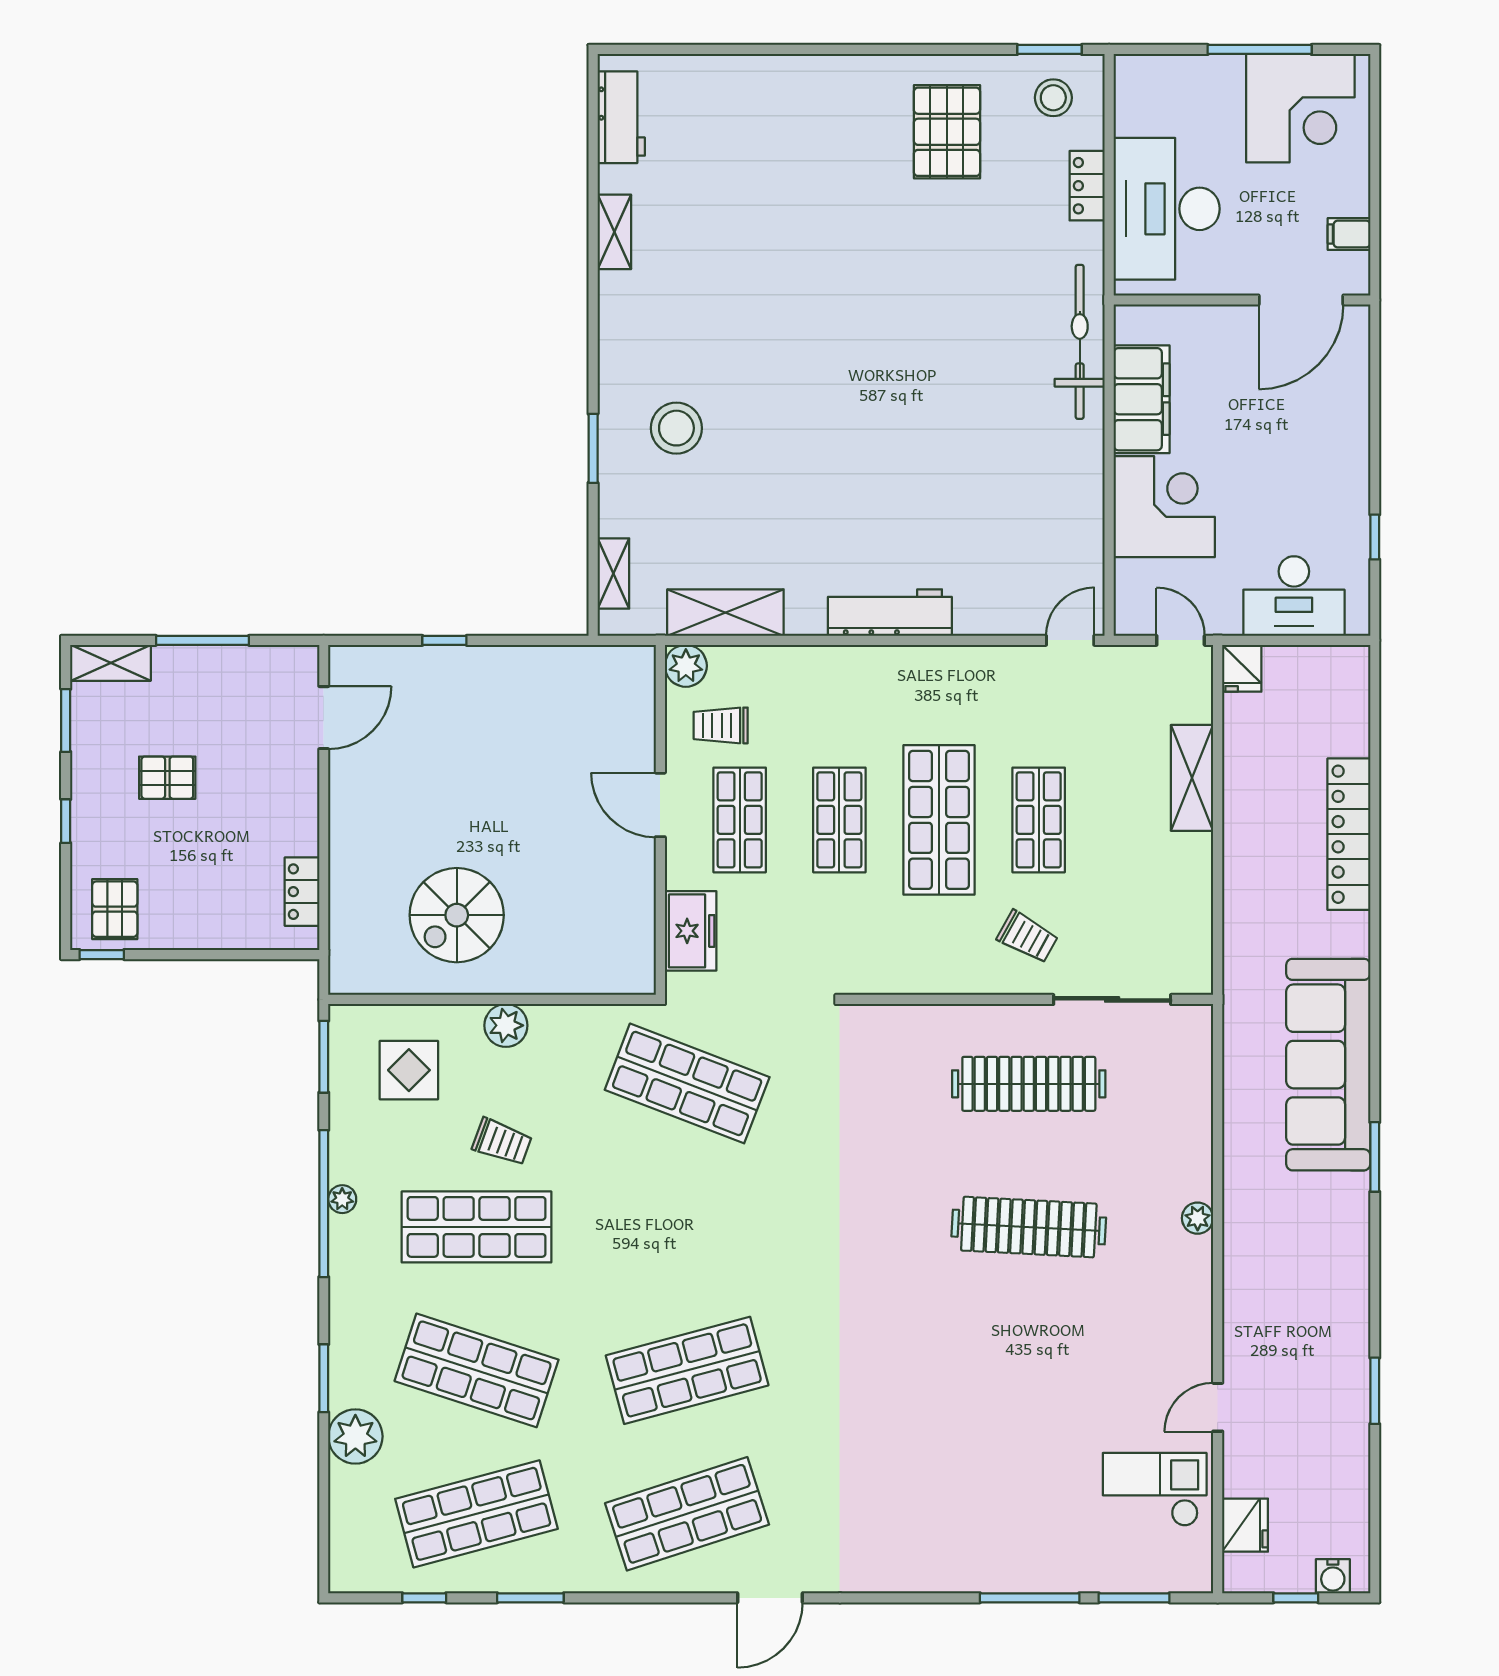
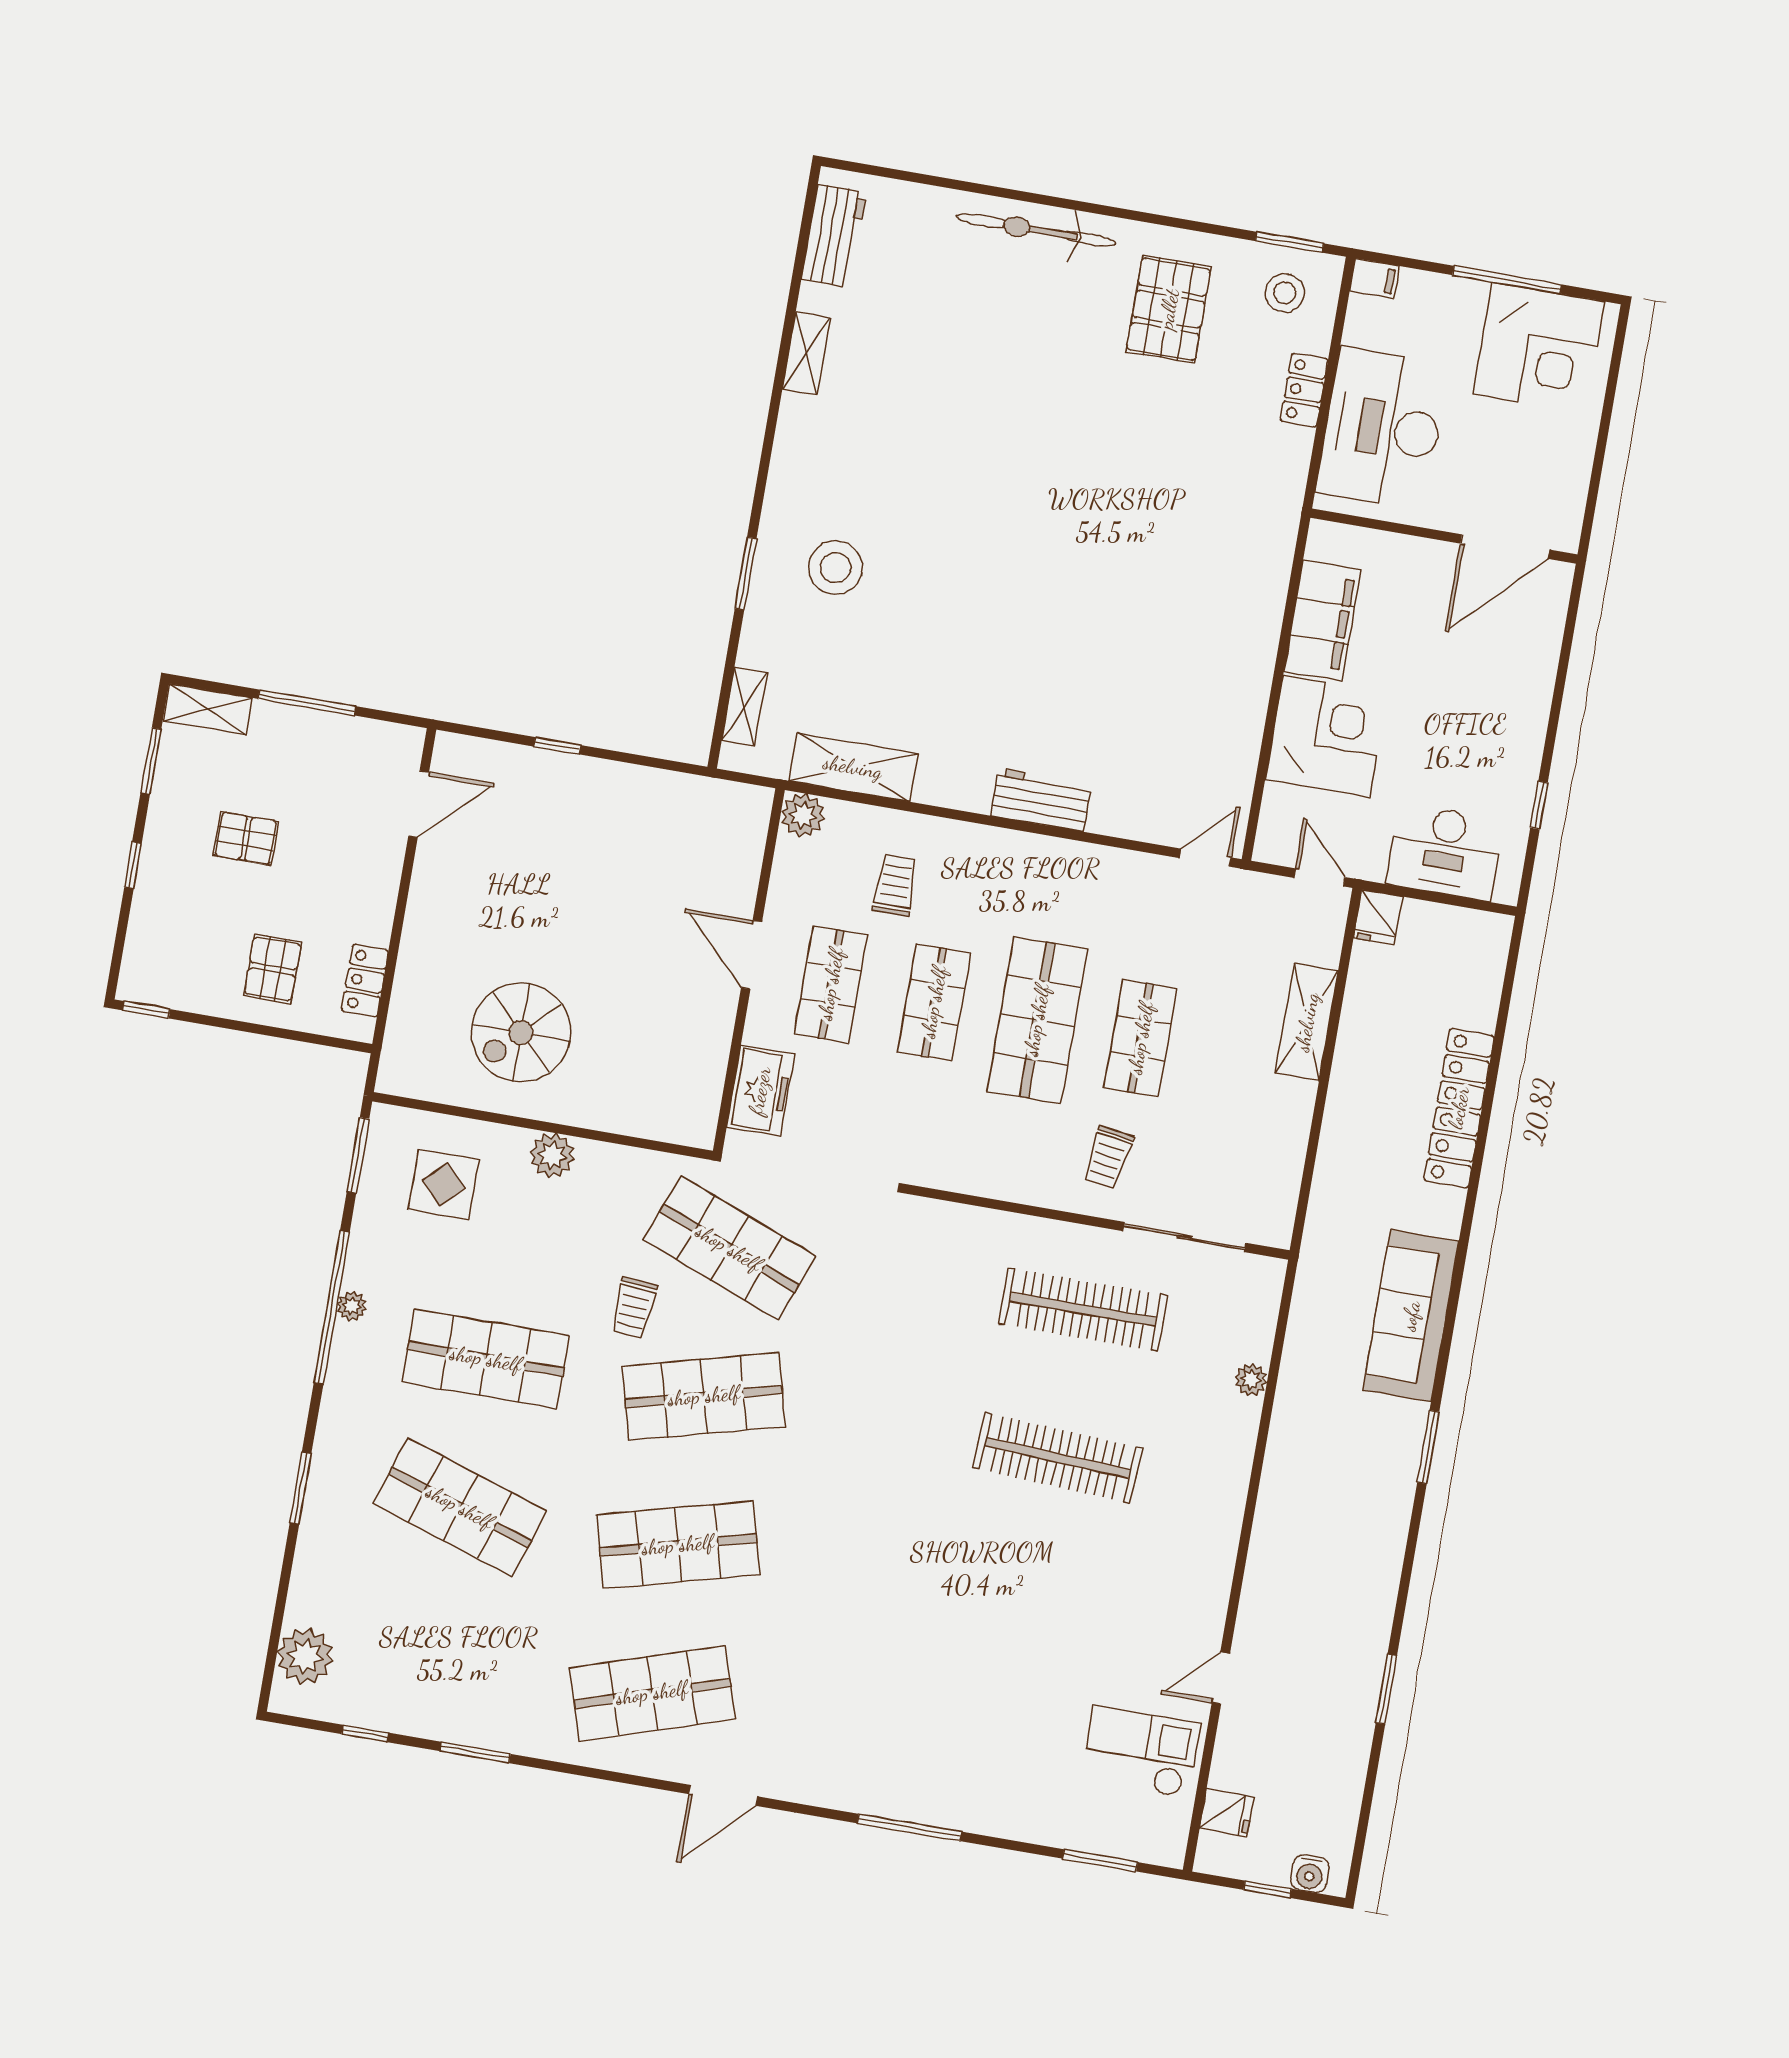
filing cabinet: (1349, 234) -> (1374, 279), moved, turned 180
bicycle: (1080, 342) -> (1036, 230), moved, turned -90
workbench: (890, 613) -> (1041, 800), width x0.73
trolley: (721, 725) -> (895, 885), moved, turned 90
pallet: (115, 909) -> (273, 969), moved
trolley: (1027, 937) -> (1108, 1157), turned 70
sofa: (1328, 1065) -> (1411, 1316), width x0.74, depth x0.79
trolley: (502, 1142) -> (634, 1308), moved, turned 74
plant: (1198, 1218) -> (1251, 1380), moved
plant: (355, 1436) -> (305, 1656), moved
shop shelf: (477, 1514) -> (704, 1396), moved
fridge: (1245, 1525) -> (1227, 1813), width x0.72
window: (1030, 1598) -> (910, 1827), moved

